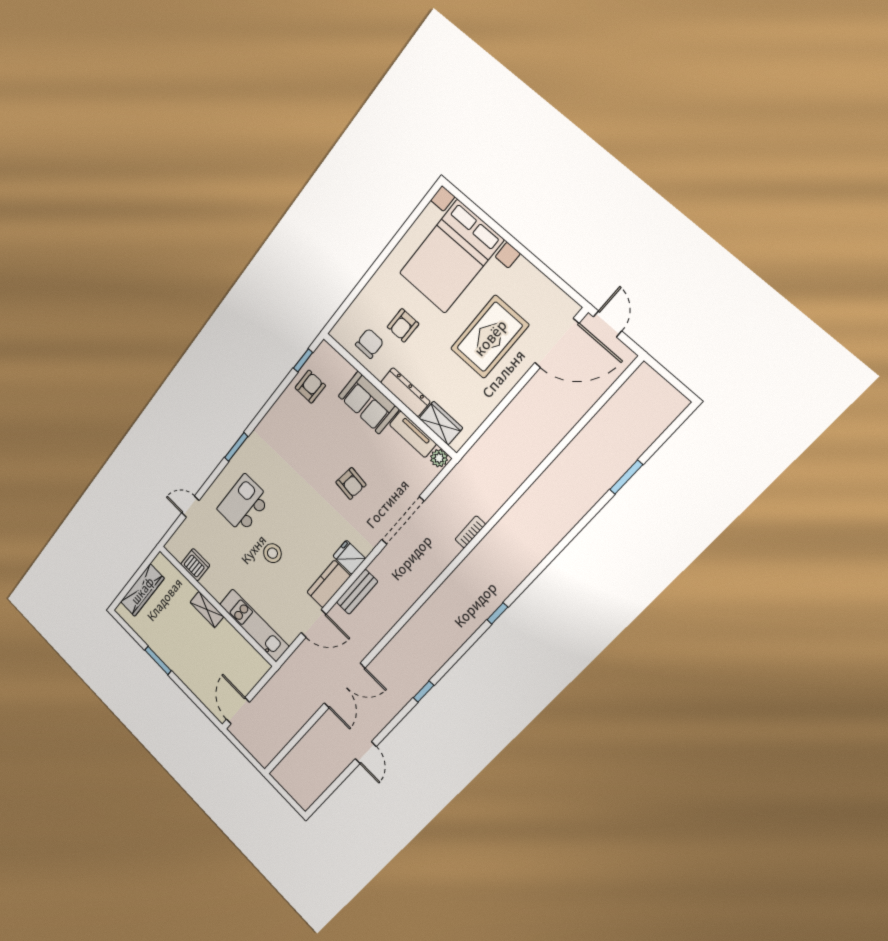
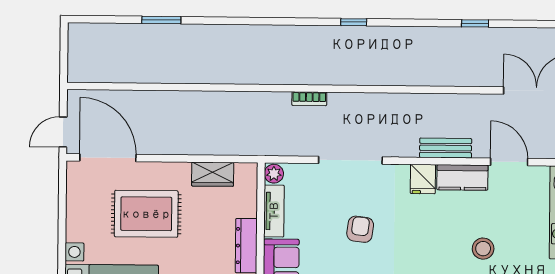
wardrobe: (441, 423) -> (213, 174), moved, turned -90

